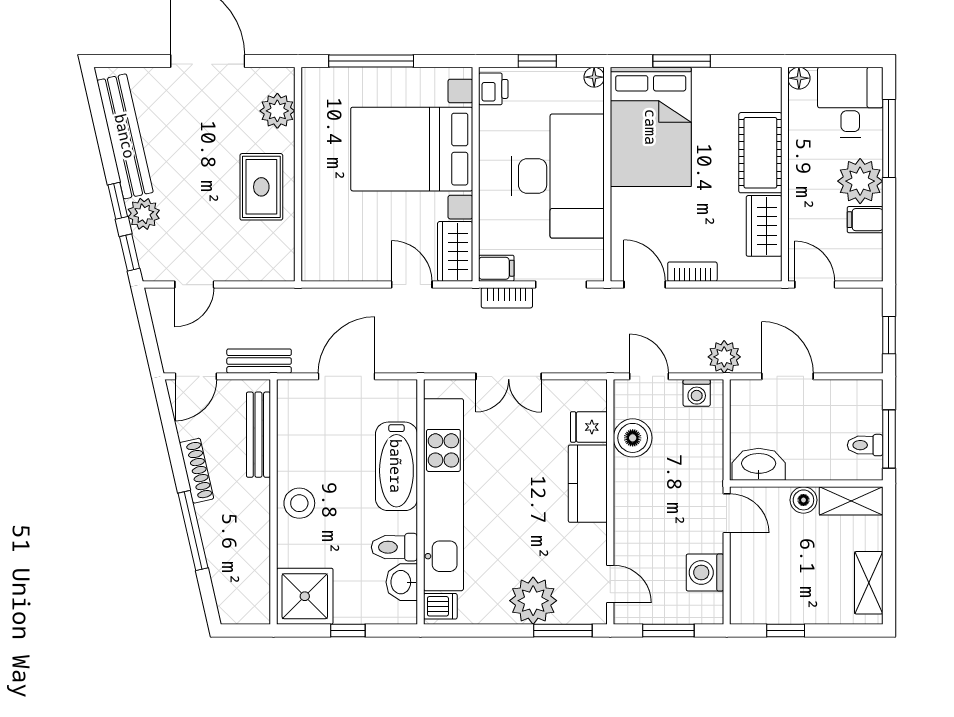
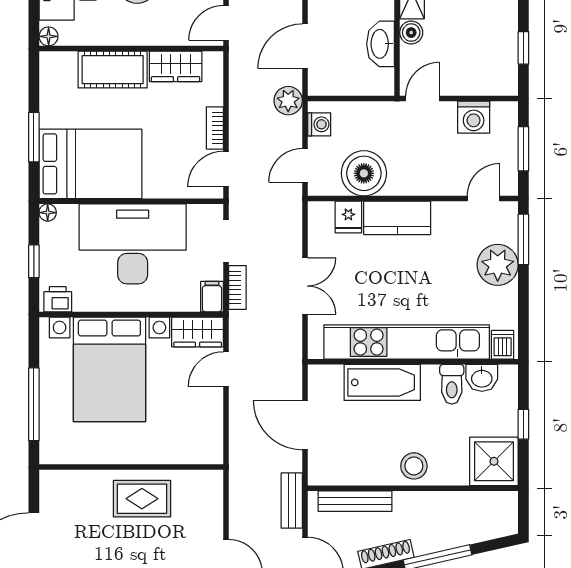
plant: (277, 111) -> (77, 485), removed
boiler: (633, 438) -> (364, 173), width x1.37, depth x1.37
washbasin: (759, 464) -> (381, 44), moved

